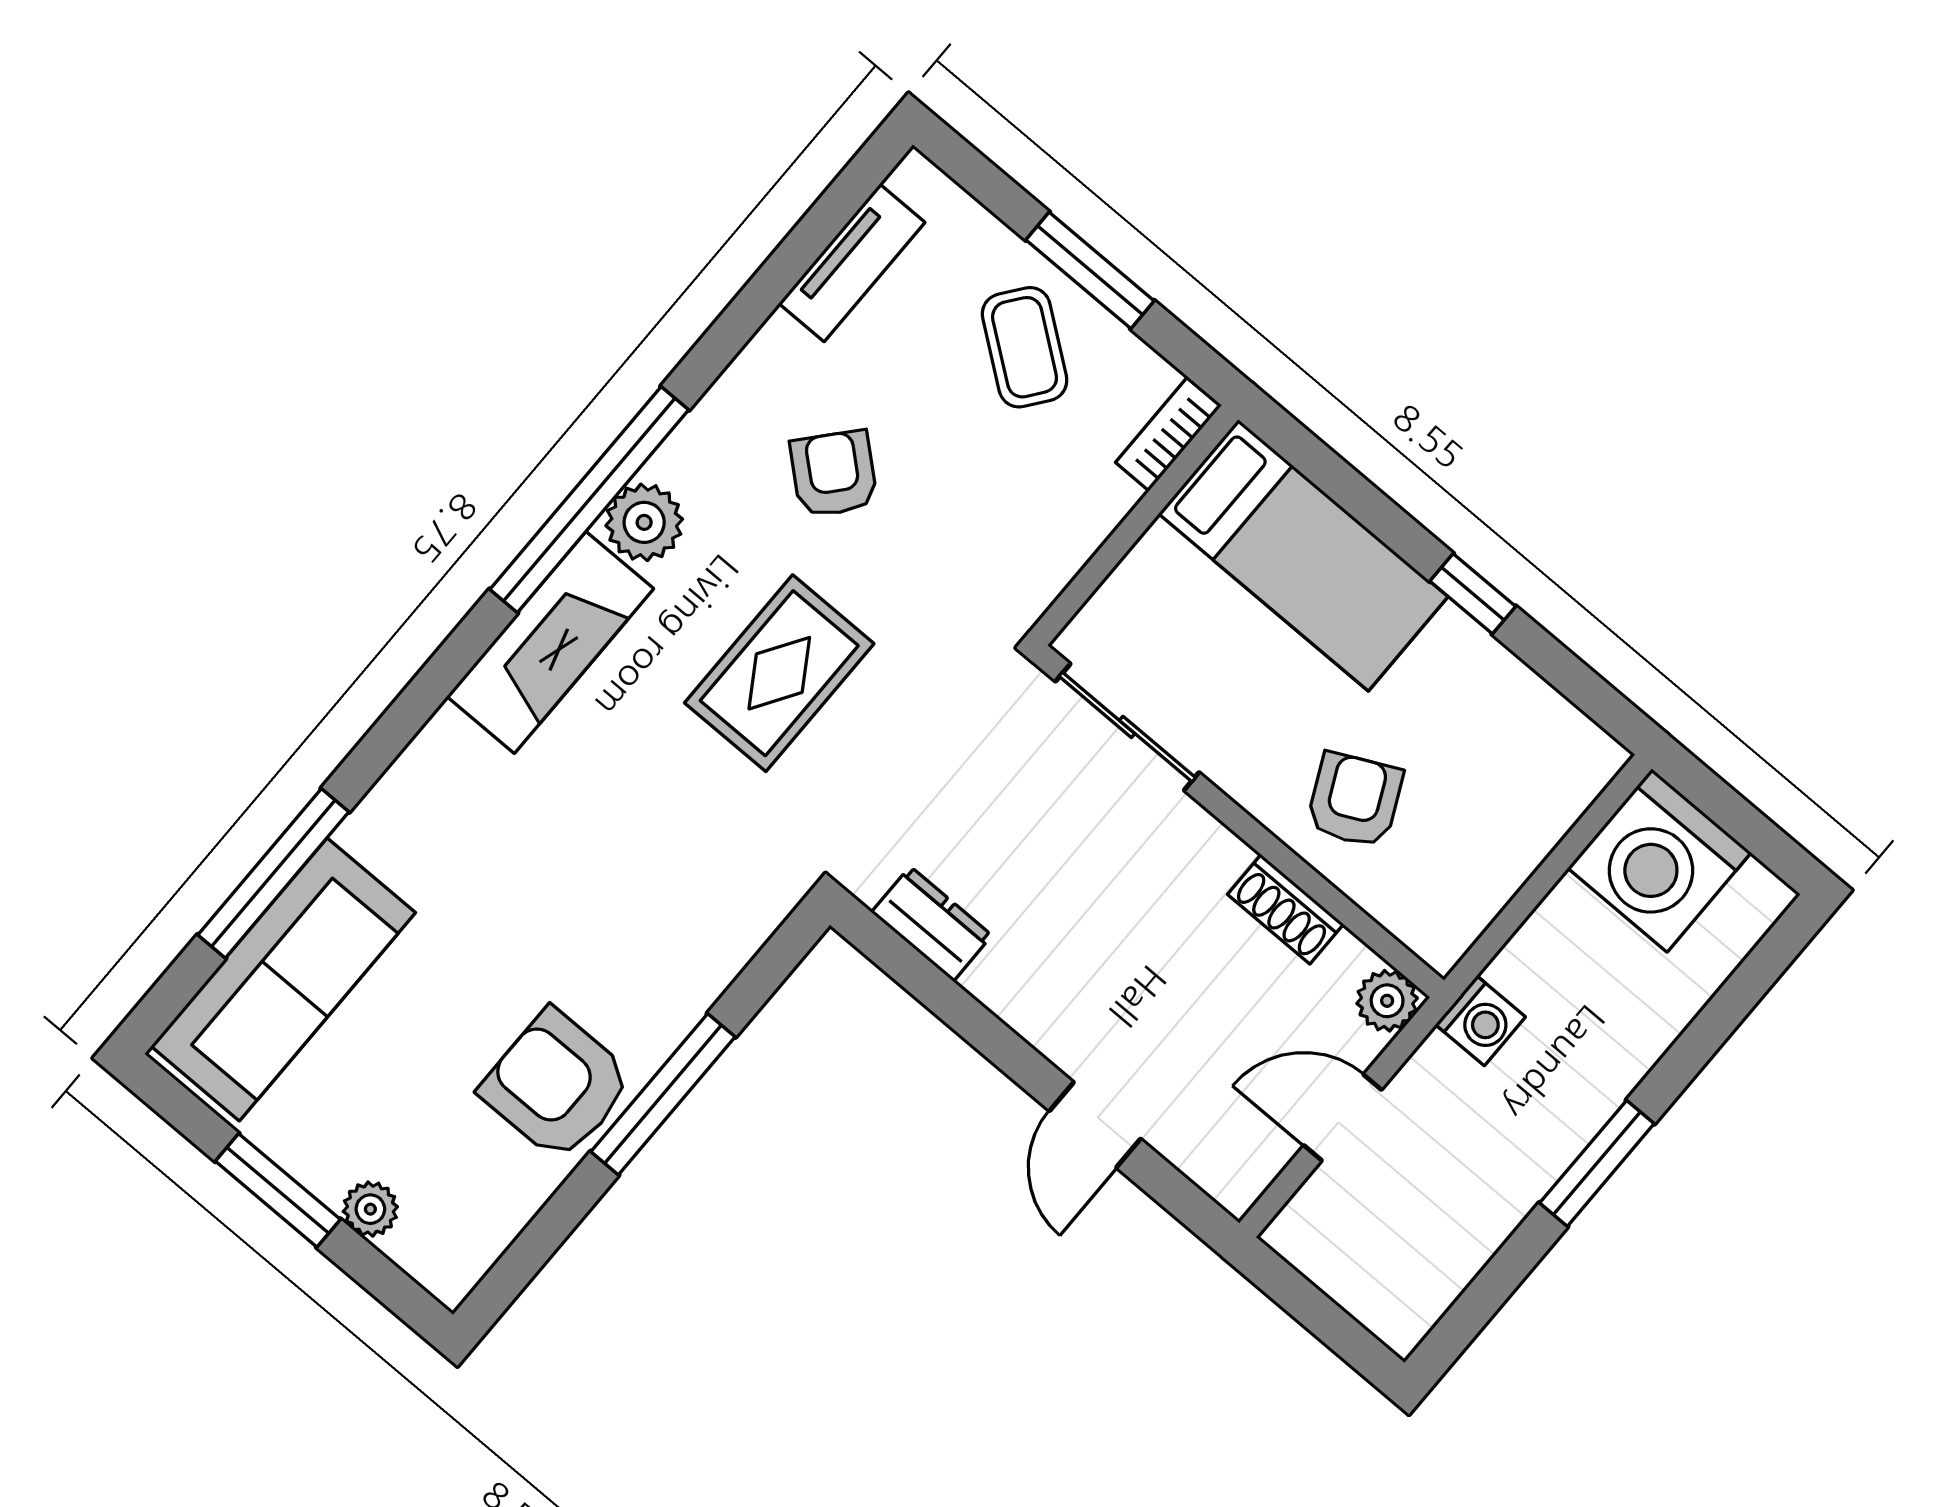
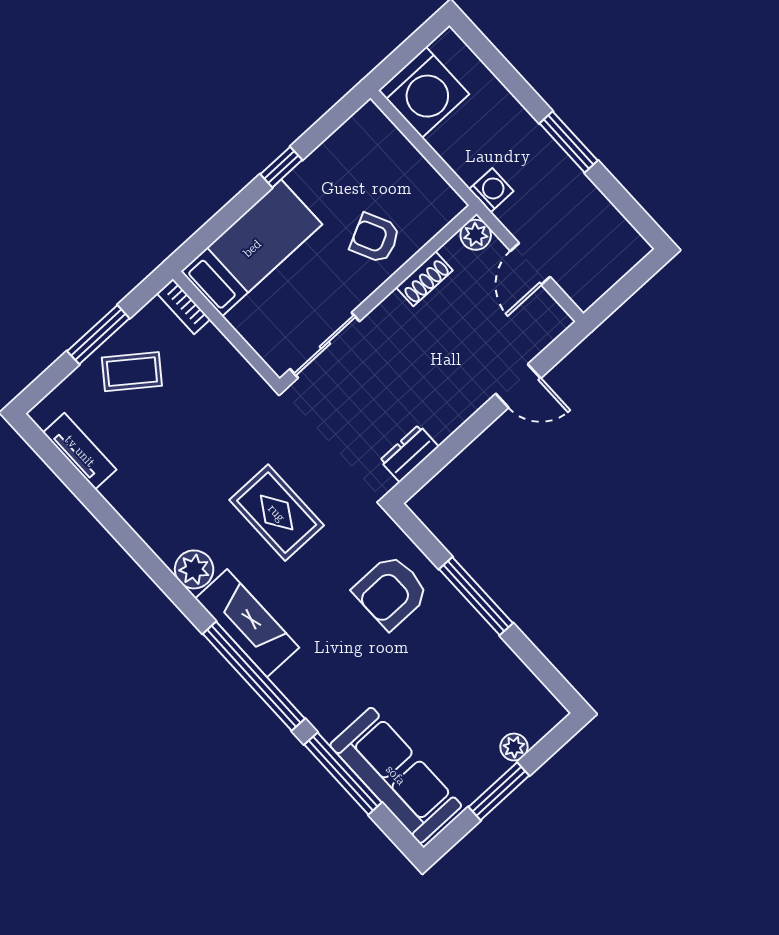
armchair: (834, 474) -> (182, 473), removed
window: (589, 500) -> (254, 676), moved
armchair: (557, 1085) -> (391, 592), moved

